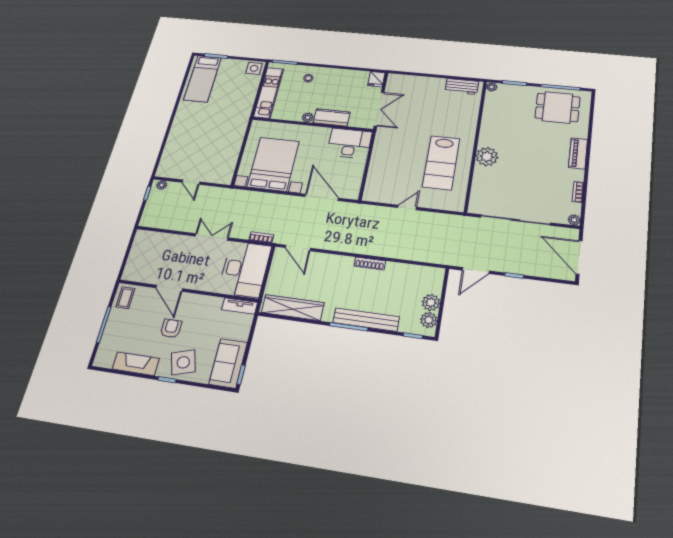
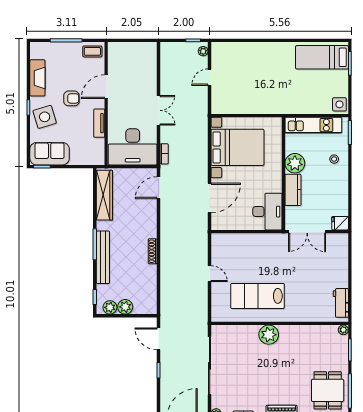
plant: (308, 118) -> (295, 163), width x1.87, depth x1.87
tv unit: (240, 306) -> (99, 123), moved

